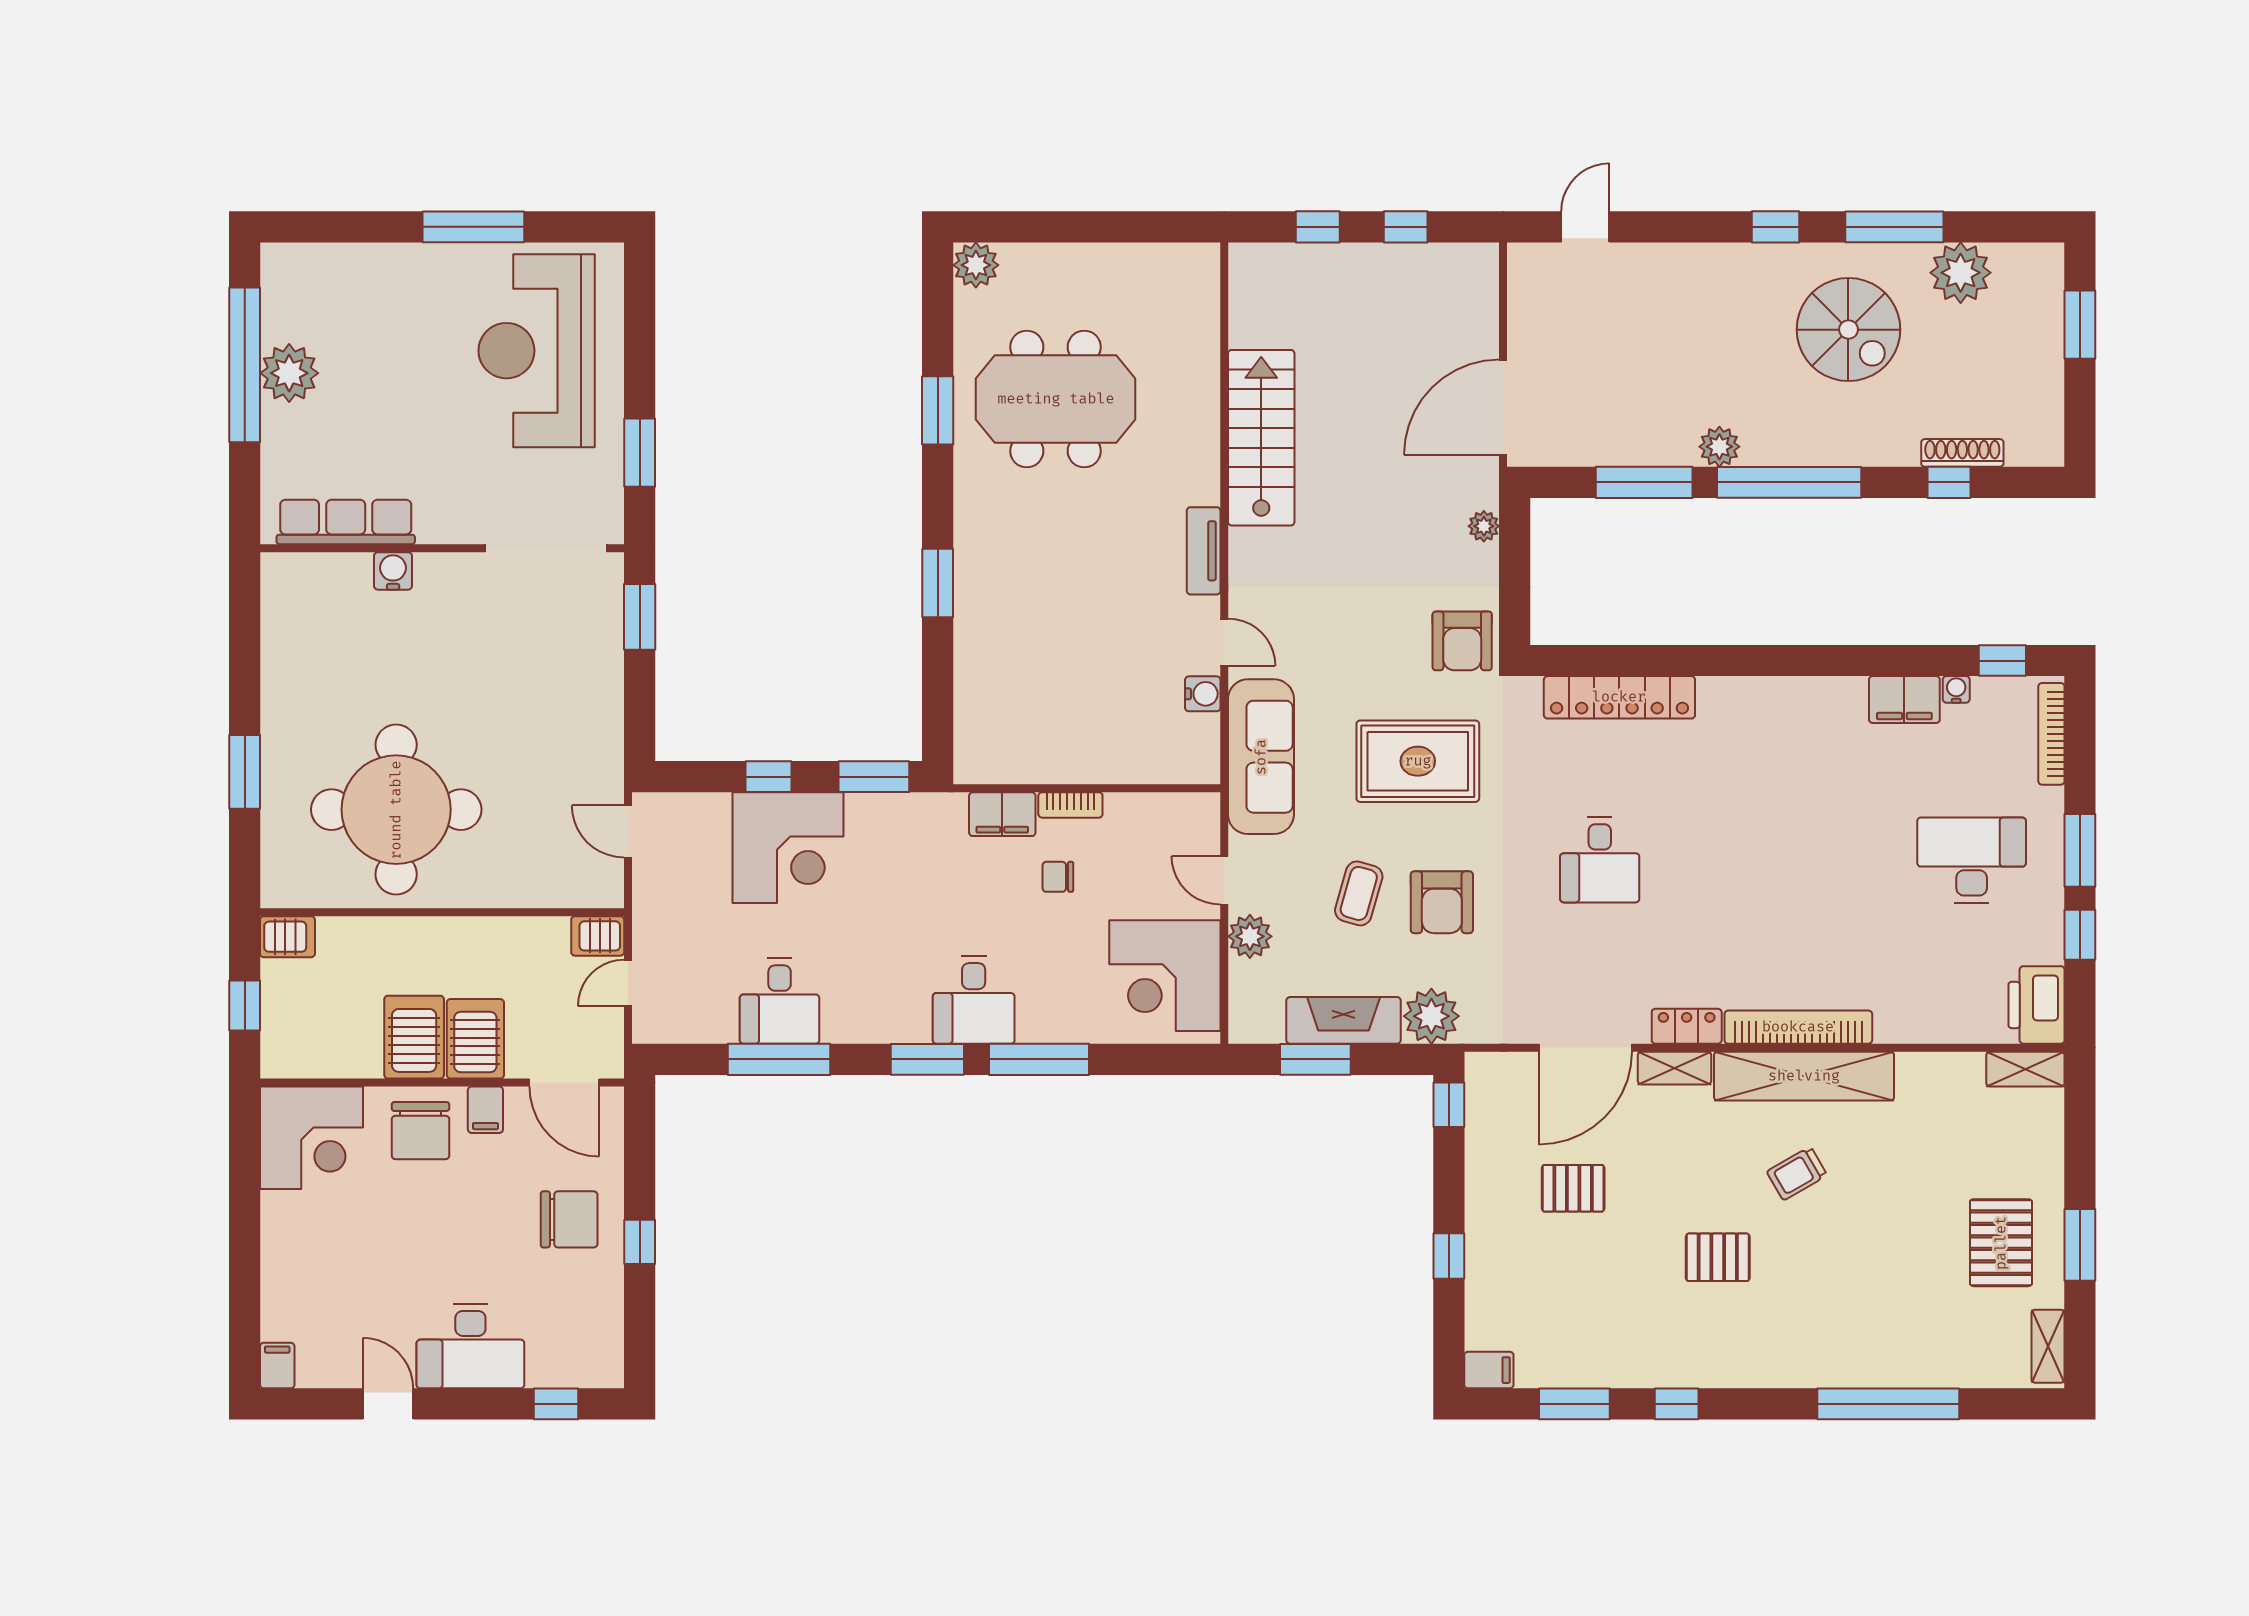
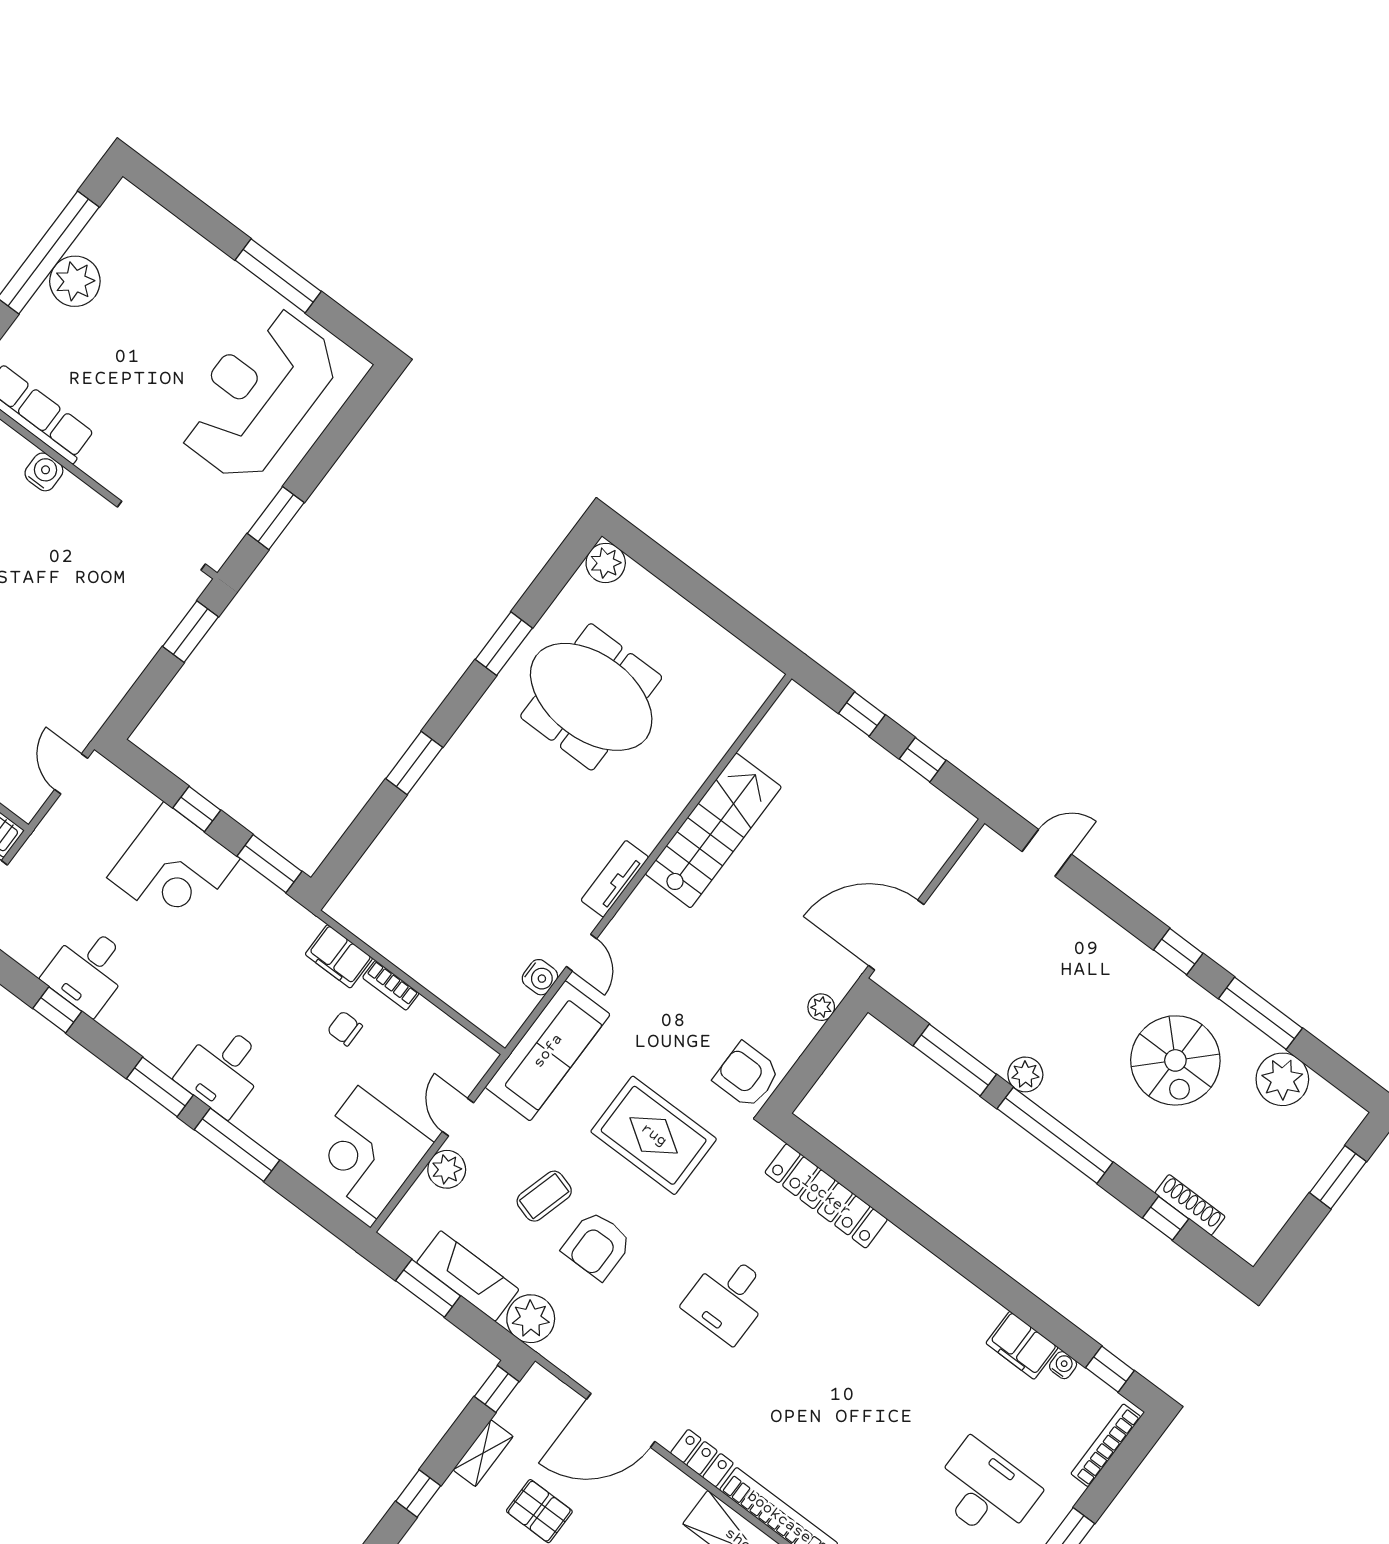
armchair: (1462, 641) -> (747, 1075), turned 90
window: (779, 1059) -> (57, 1010), width x0.46
shelving: (1675, 1068) -> (483, 1453), moved, turned 90

